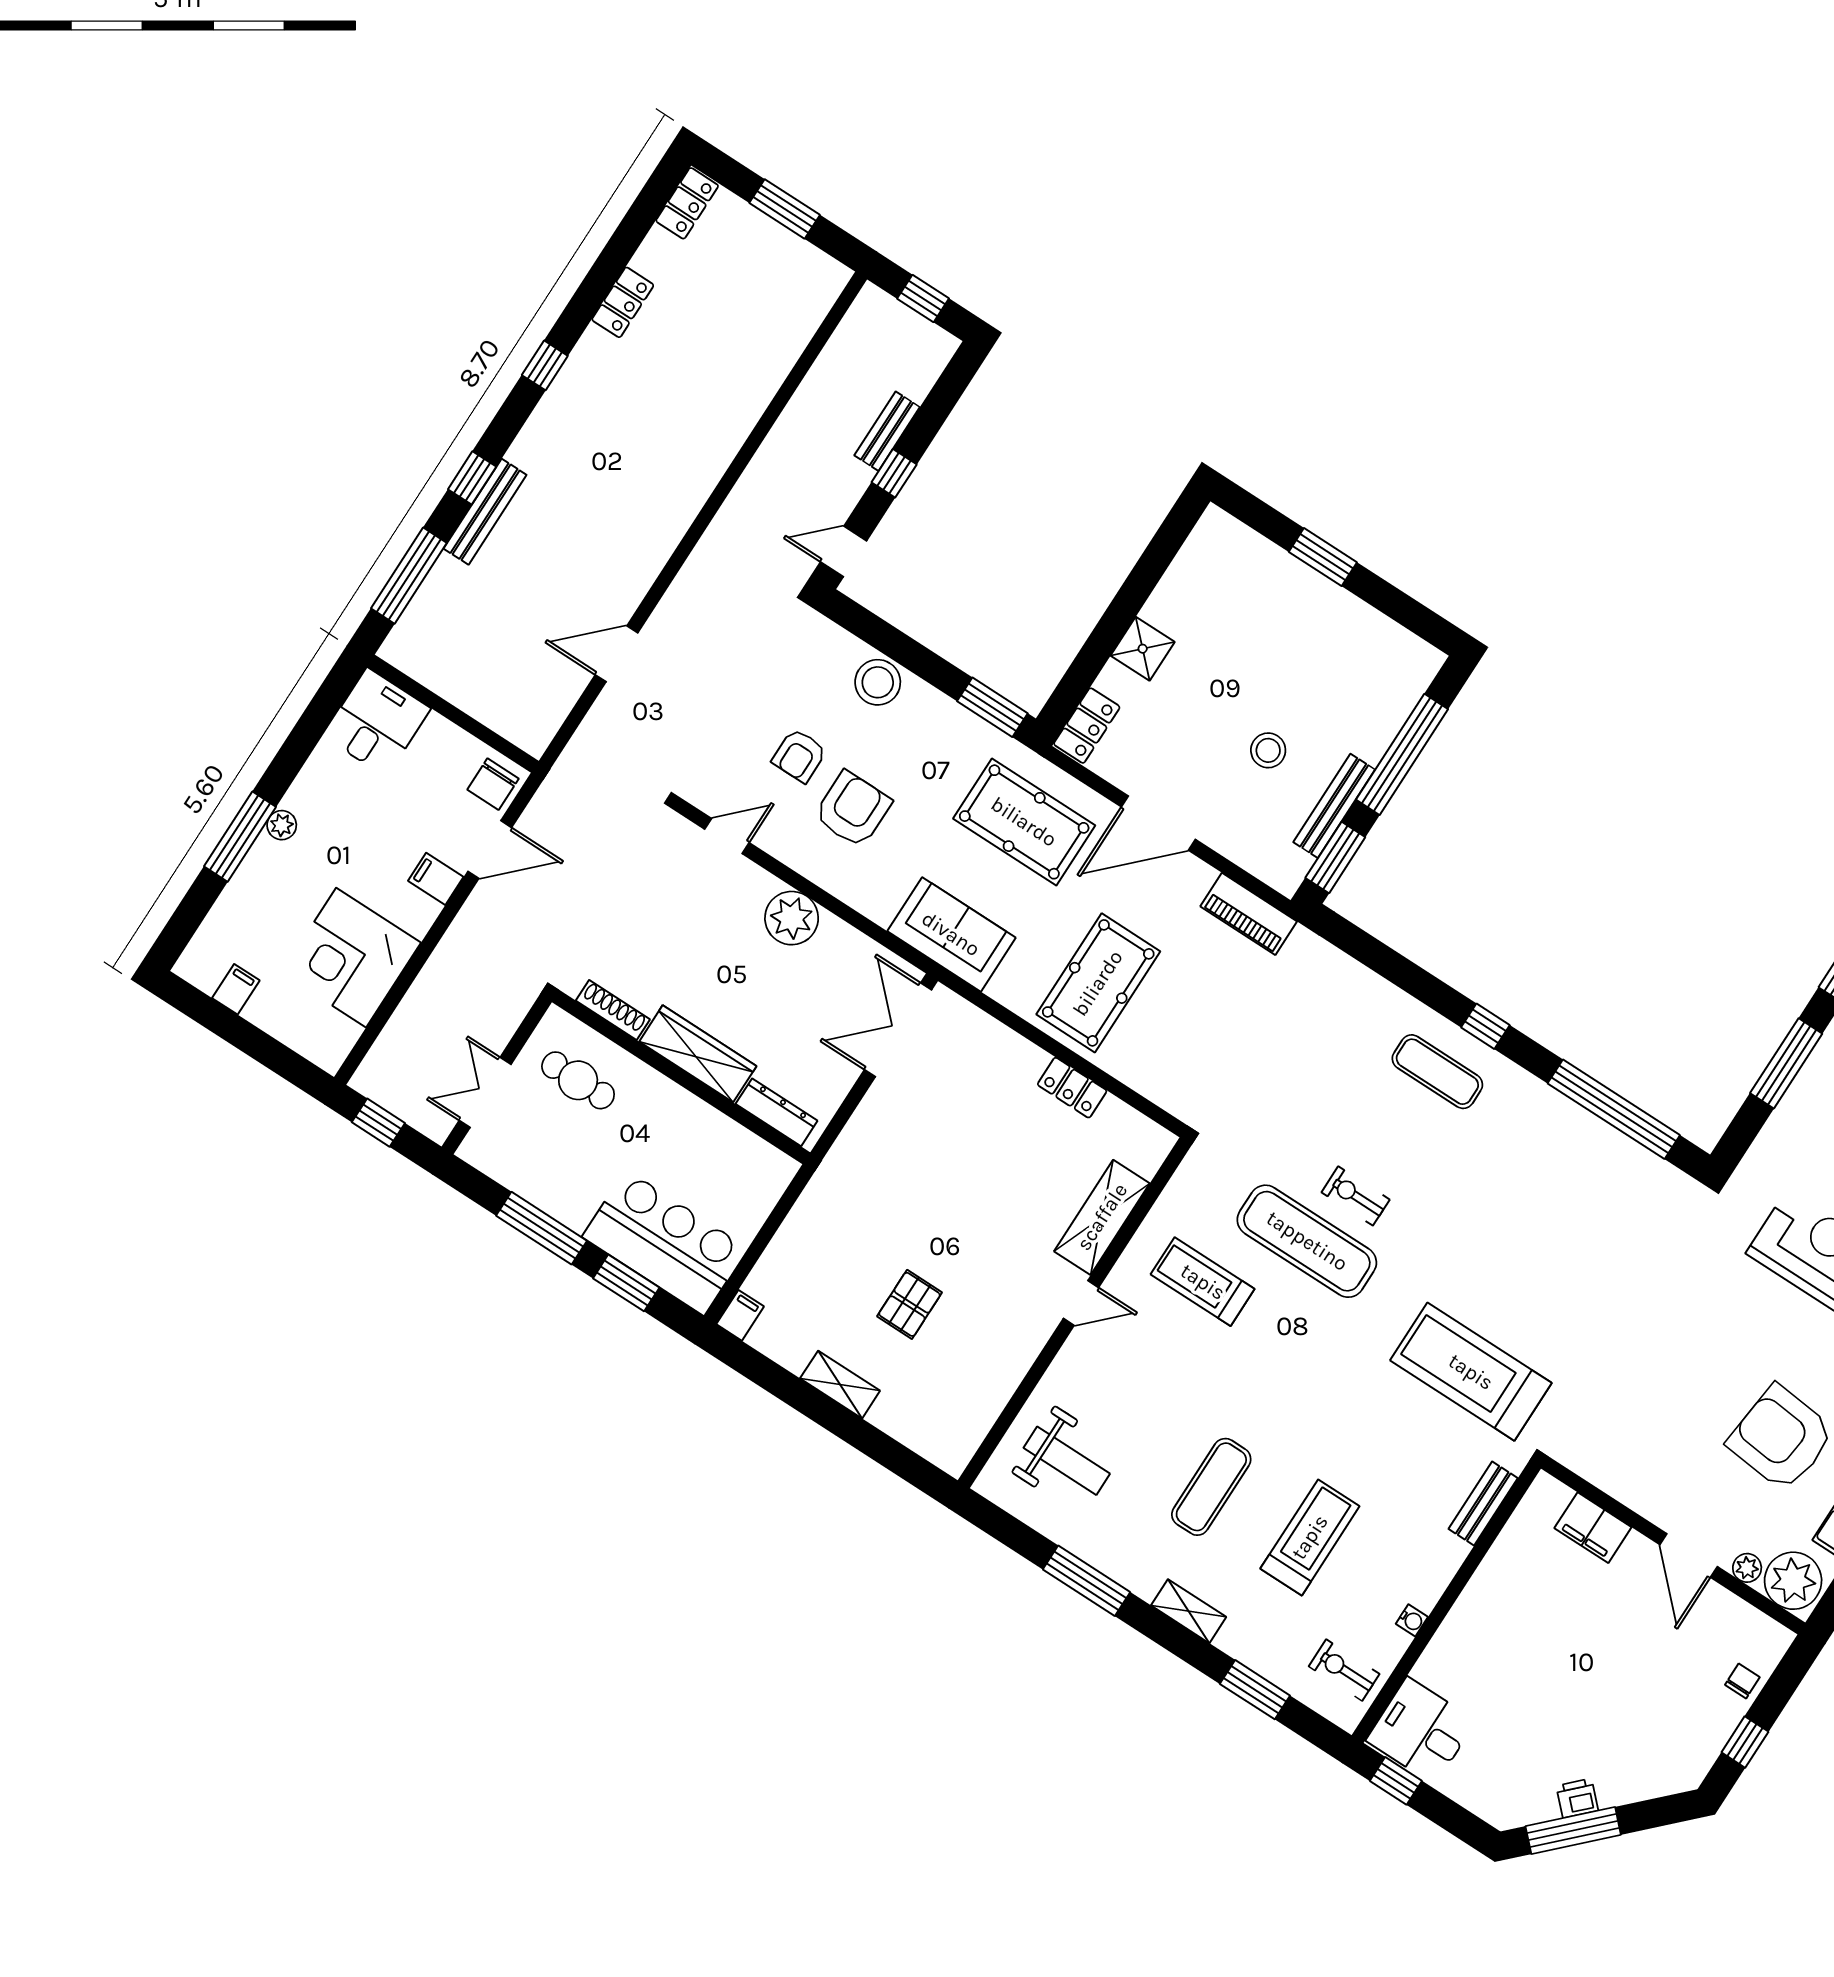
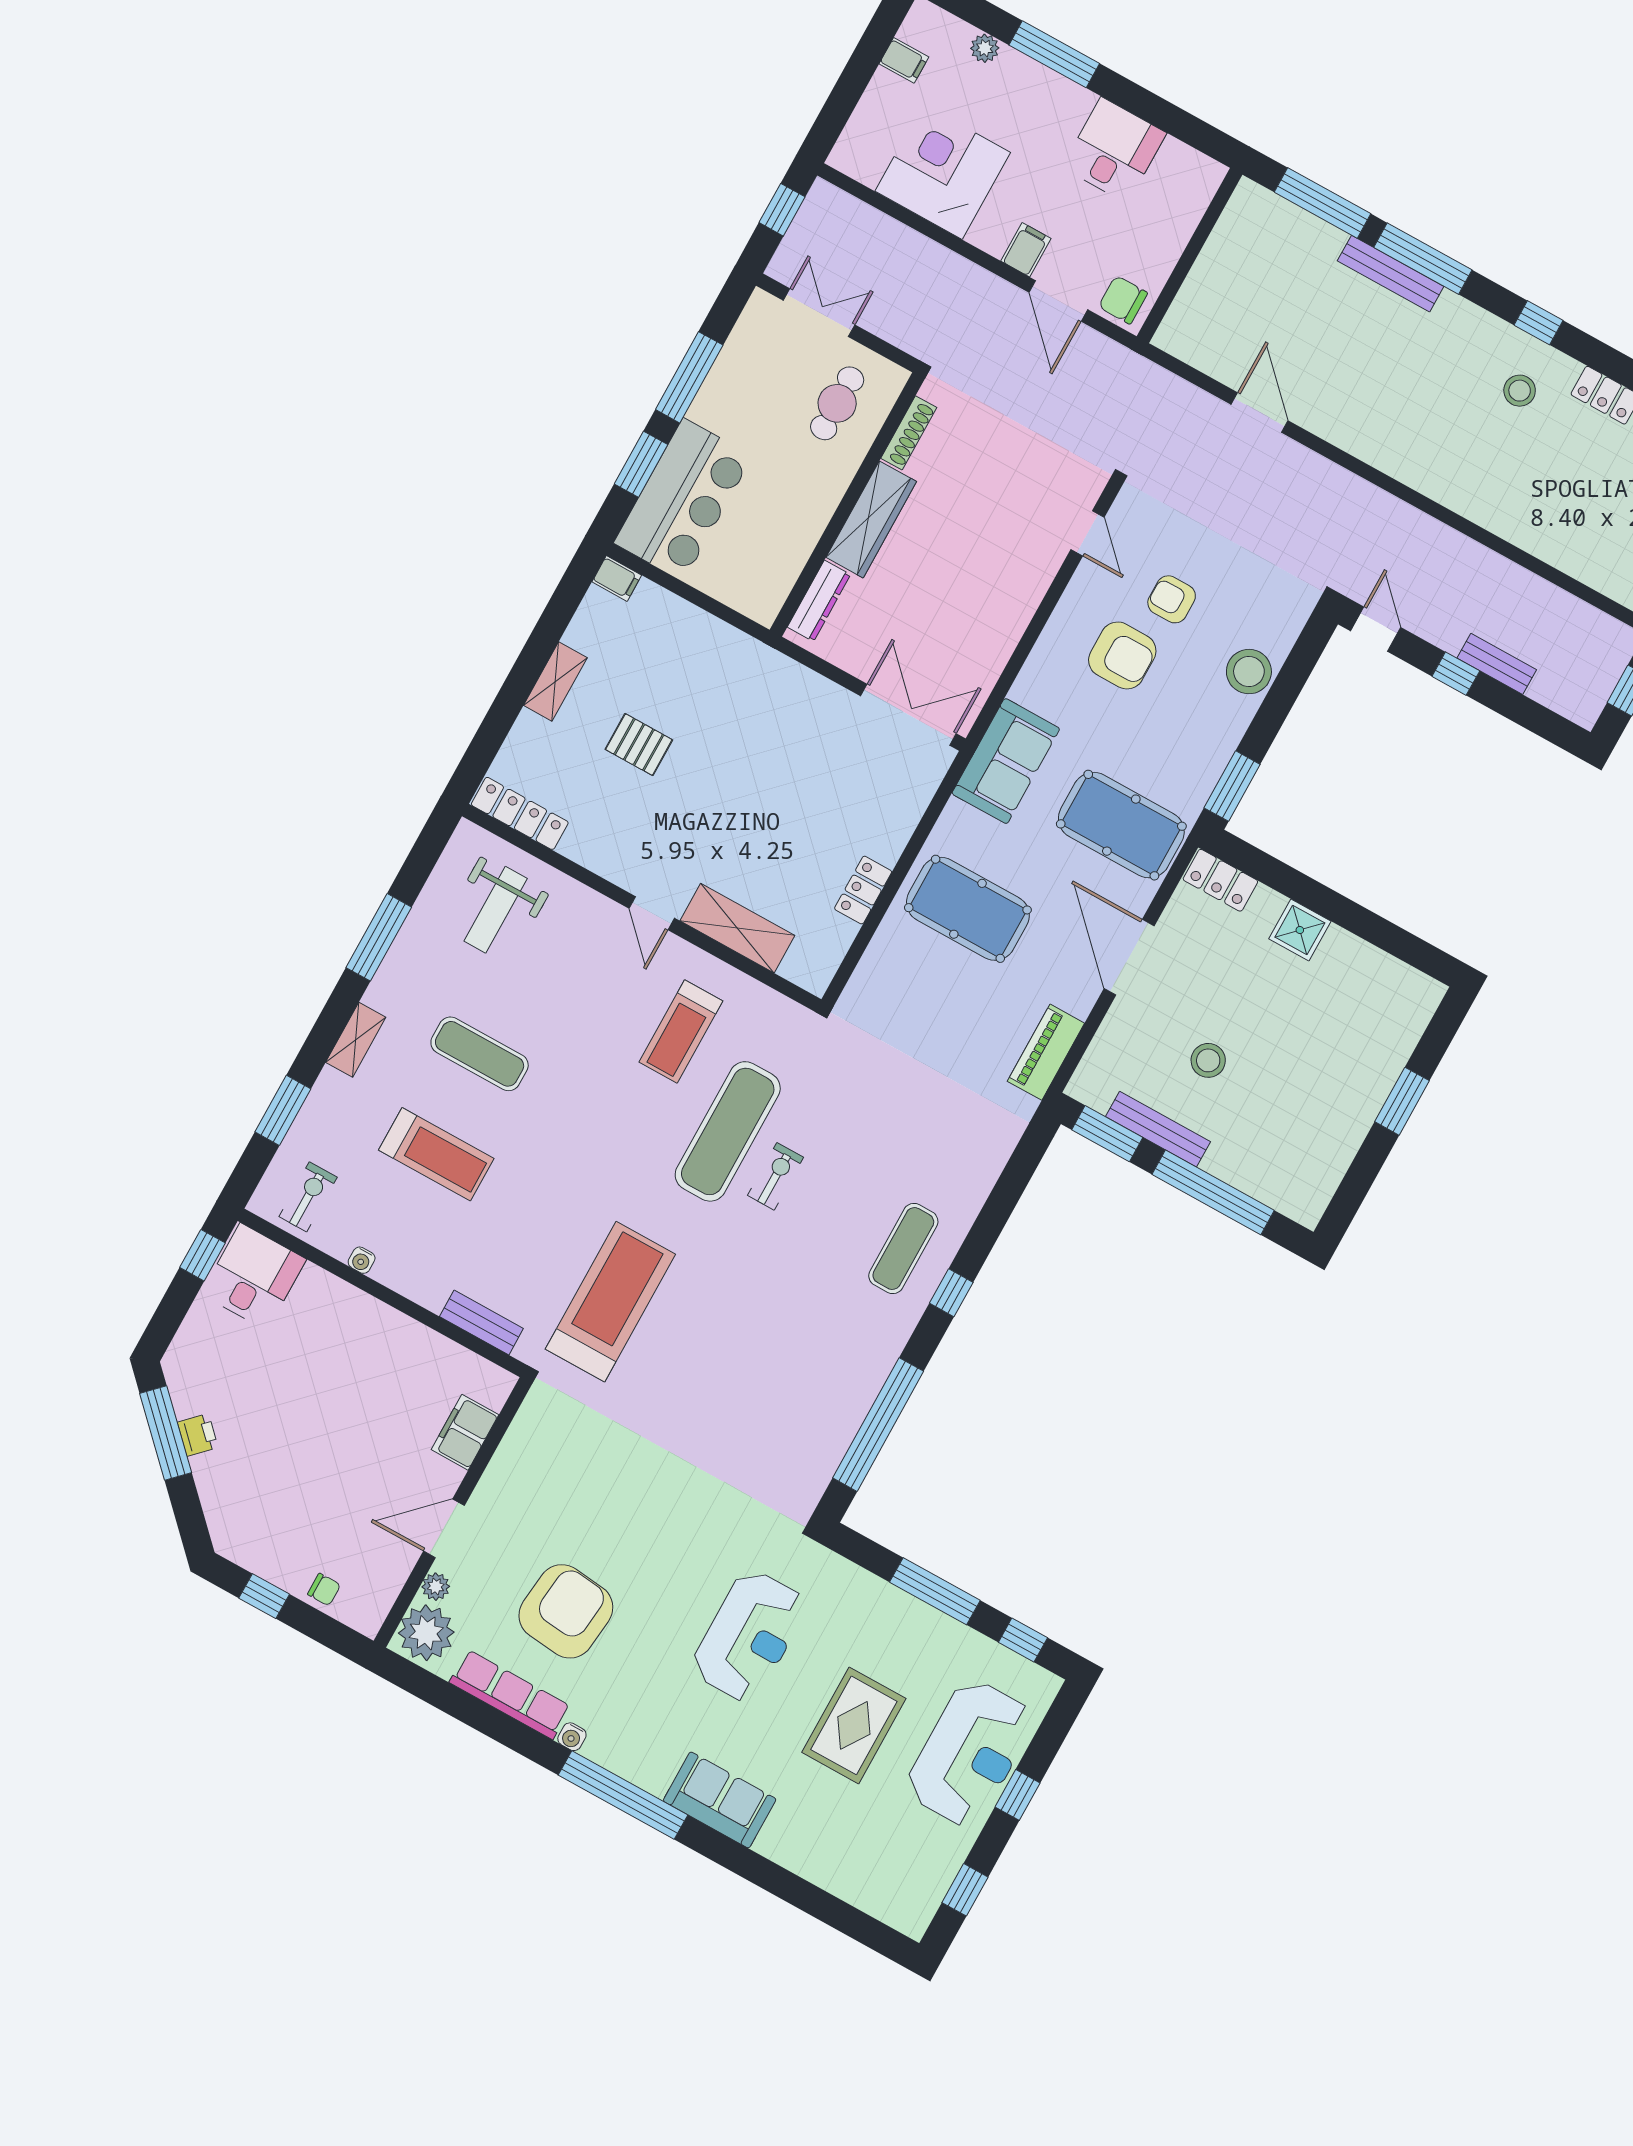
stool: (612, 389) -> (1520, 391), added
window: (472, 478) -> (1423, 259), width x2.17
desk: (377, 722) -> (1114, 150), moved, turned -90
pool table: (1024, 822) -> (1121, 825), turned 90
plant: (282, 825) -> (985, 48), moved
plant: (792, 918) -> (1011, 603), removed
treadmill: (1203, 1282) -> (681, 1031), turned 180
locker: (971, 1430) -> (520, 813), added

